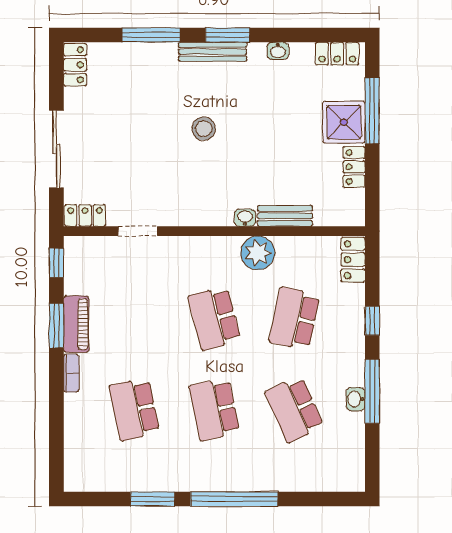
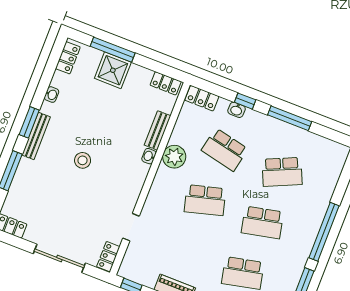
locker: (354, 167) -> (166, 83), moved
washbasin: (356, 399) -> (237, 110), moved

